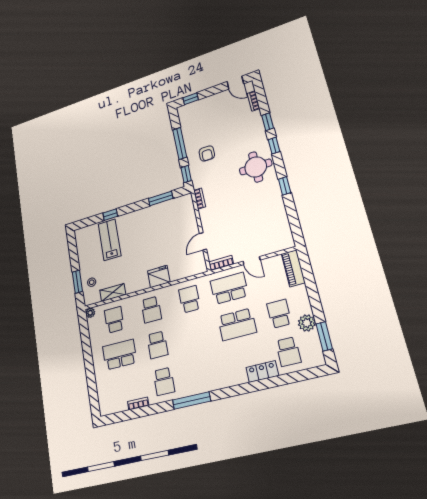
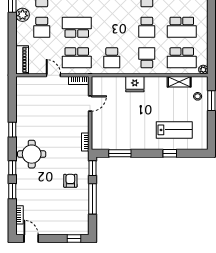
lab bench: (110, 240) -> (174, 130), turned -90
school desk: (114, 320) -> (182, 58), width x1.85
school desk: (157, 345) -> (147, 27), turned 180

